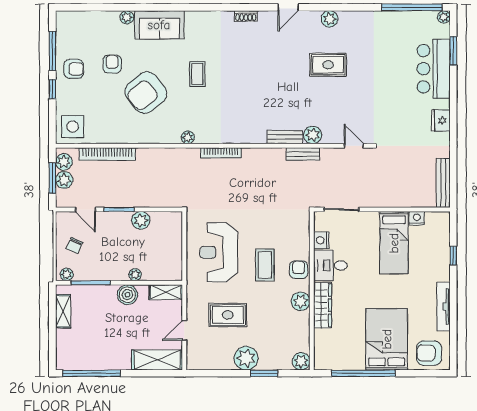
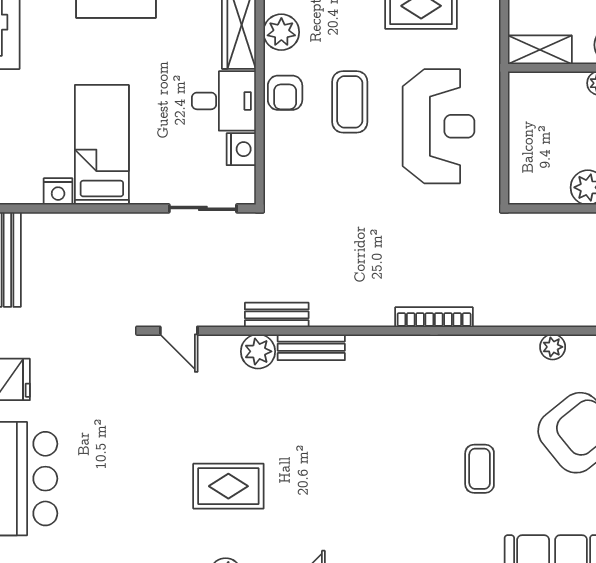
plant: (188, 137) -> (553, 347), moved

